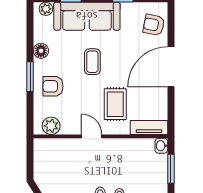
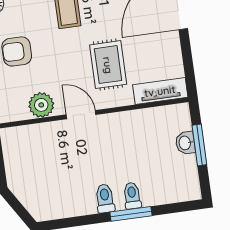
plant: (51, 126) -> (41, 105), moved
washbasin: (161, 146) -> (185, 143), moved

